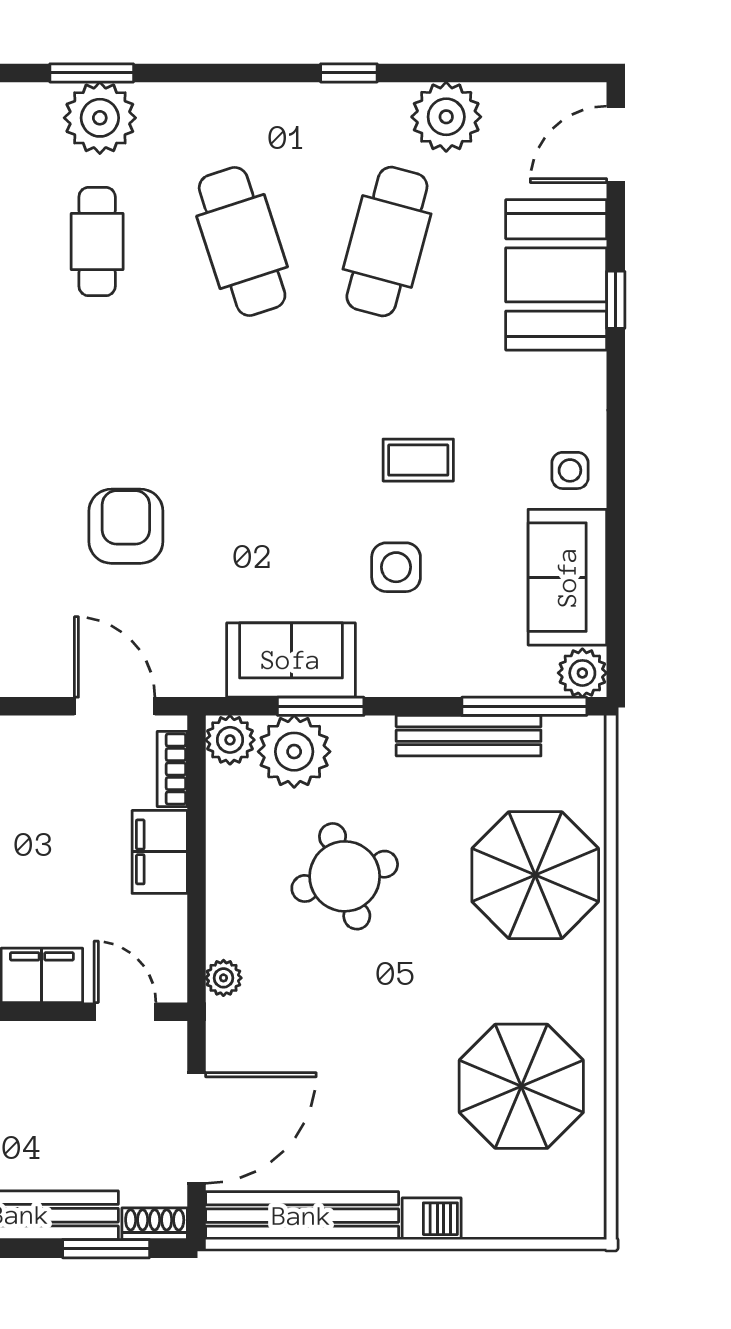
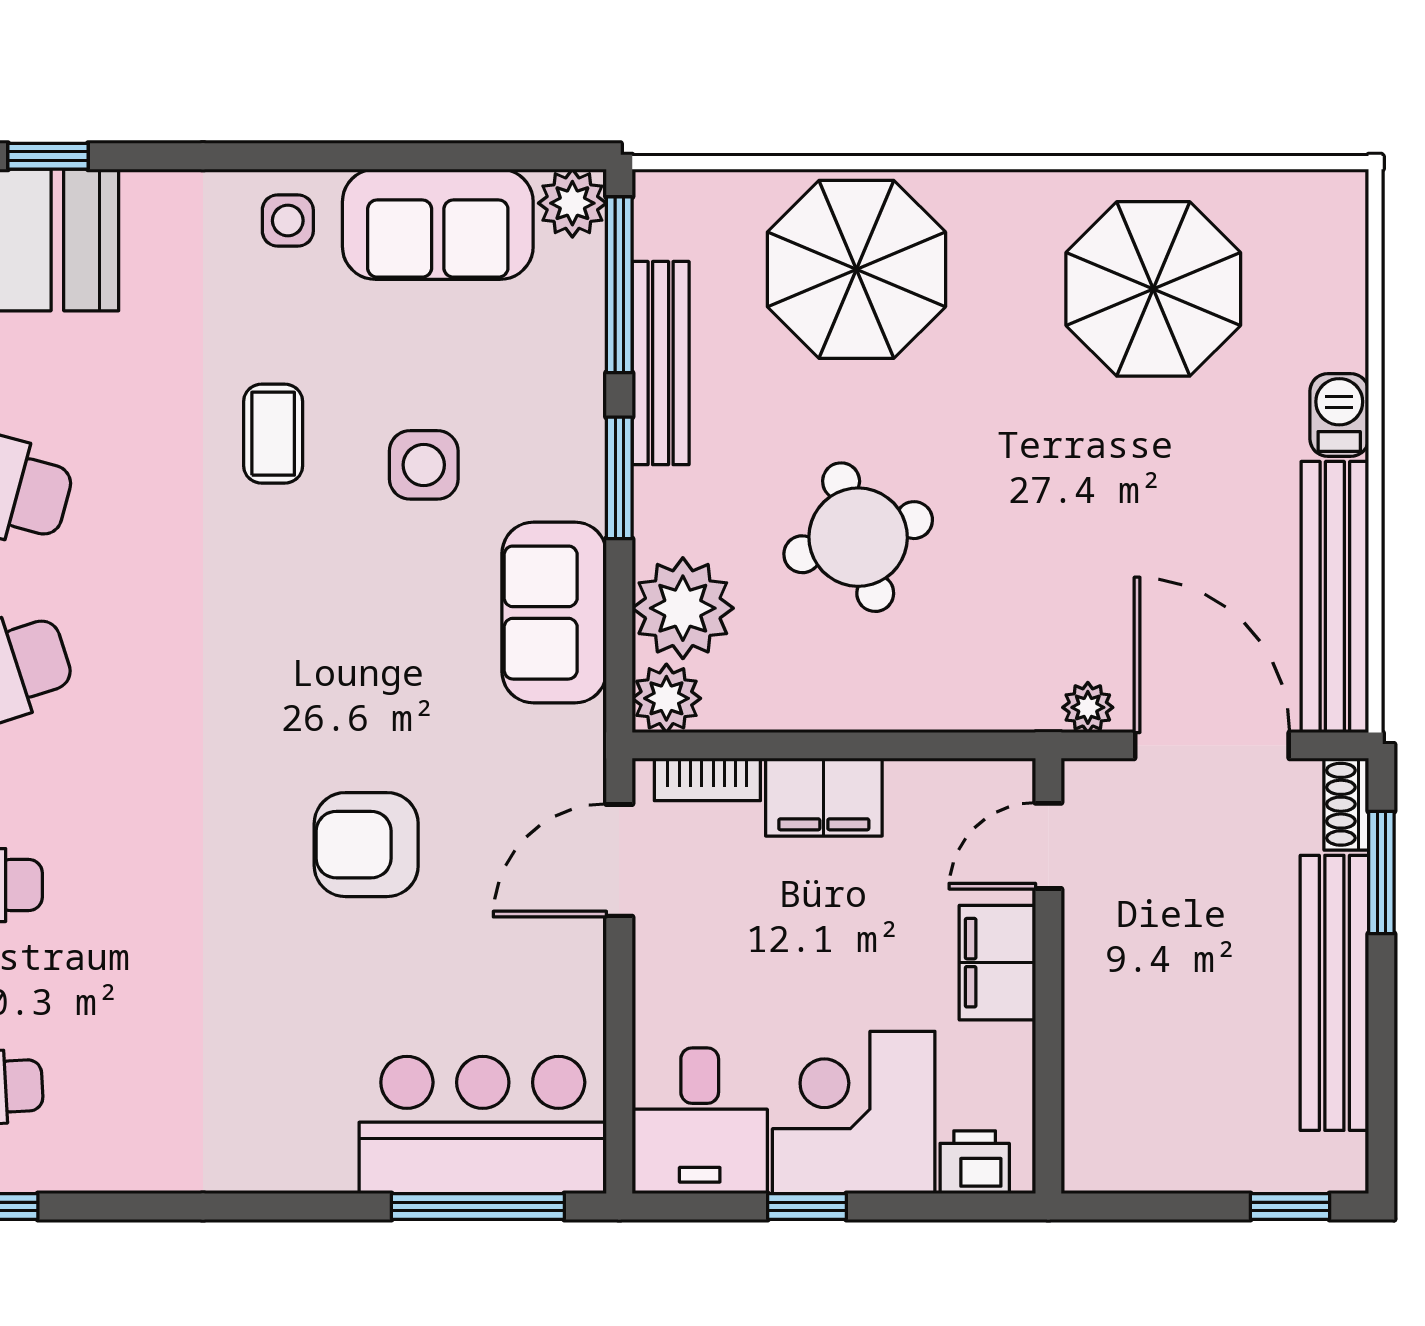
window: (321, 706) -> (619, 478), moved
plant: (223, 978) -> (1088, 707), moved

